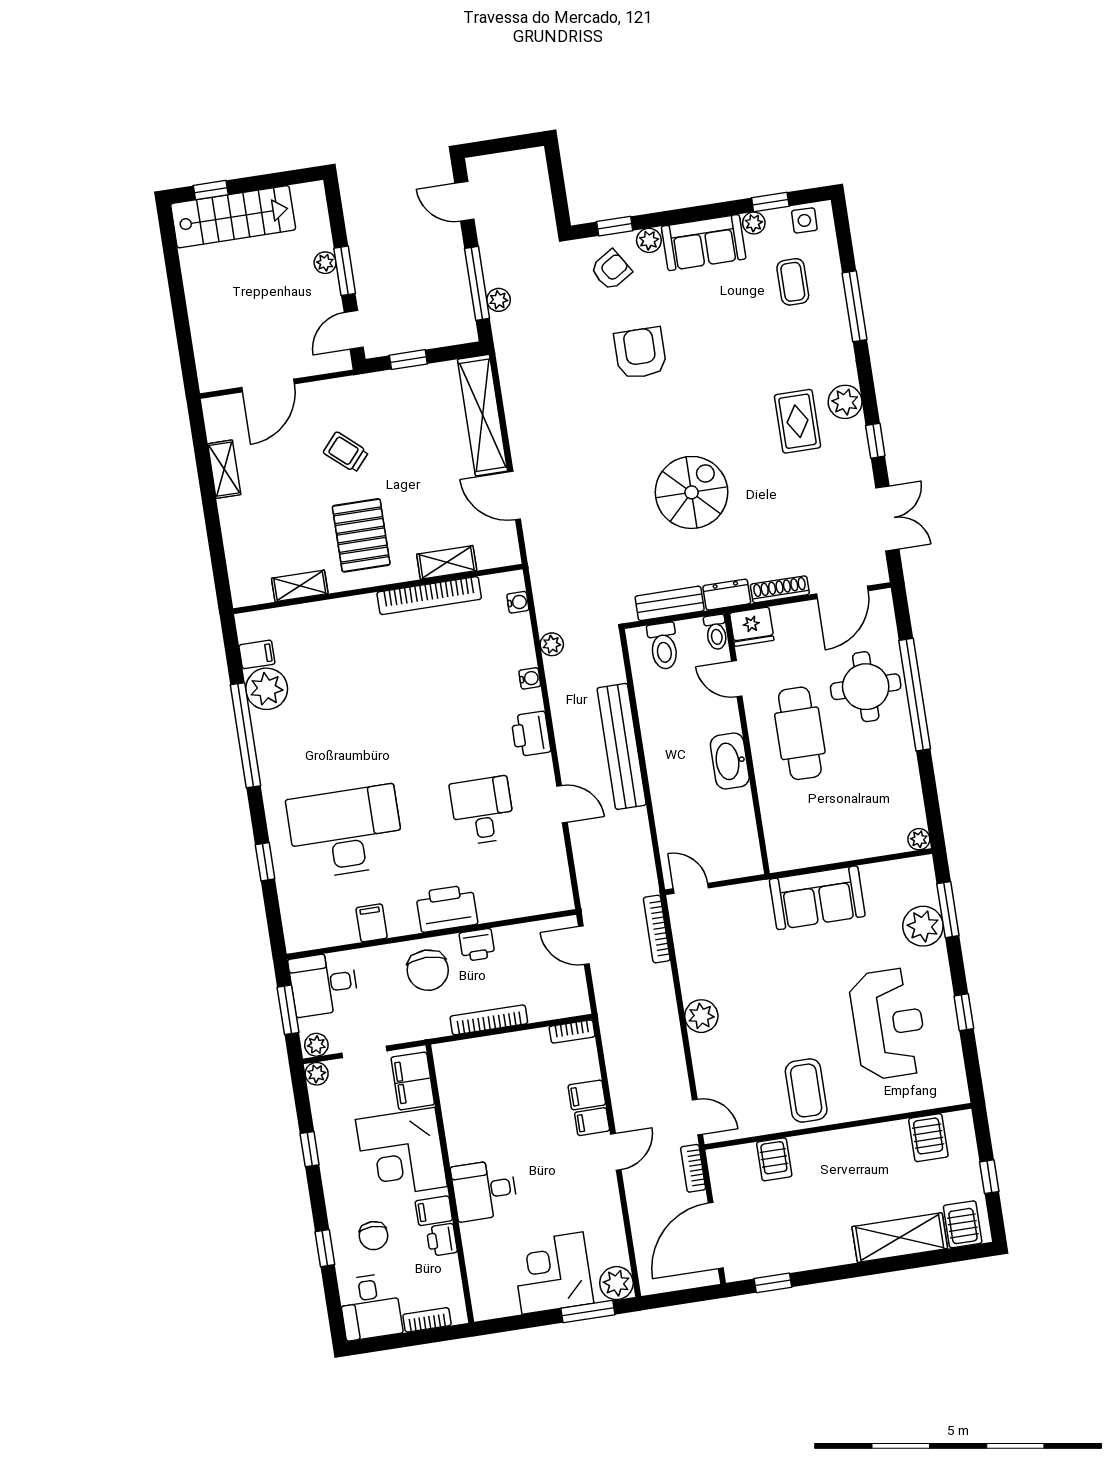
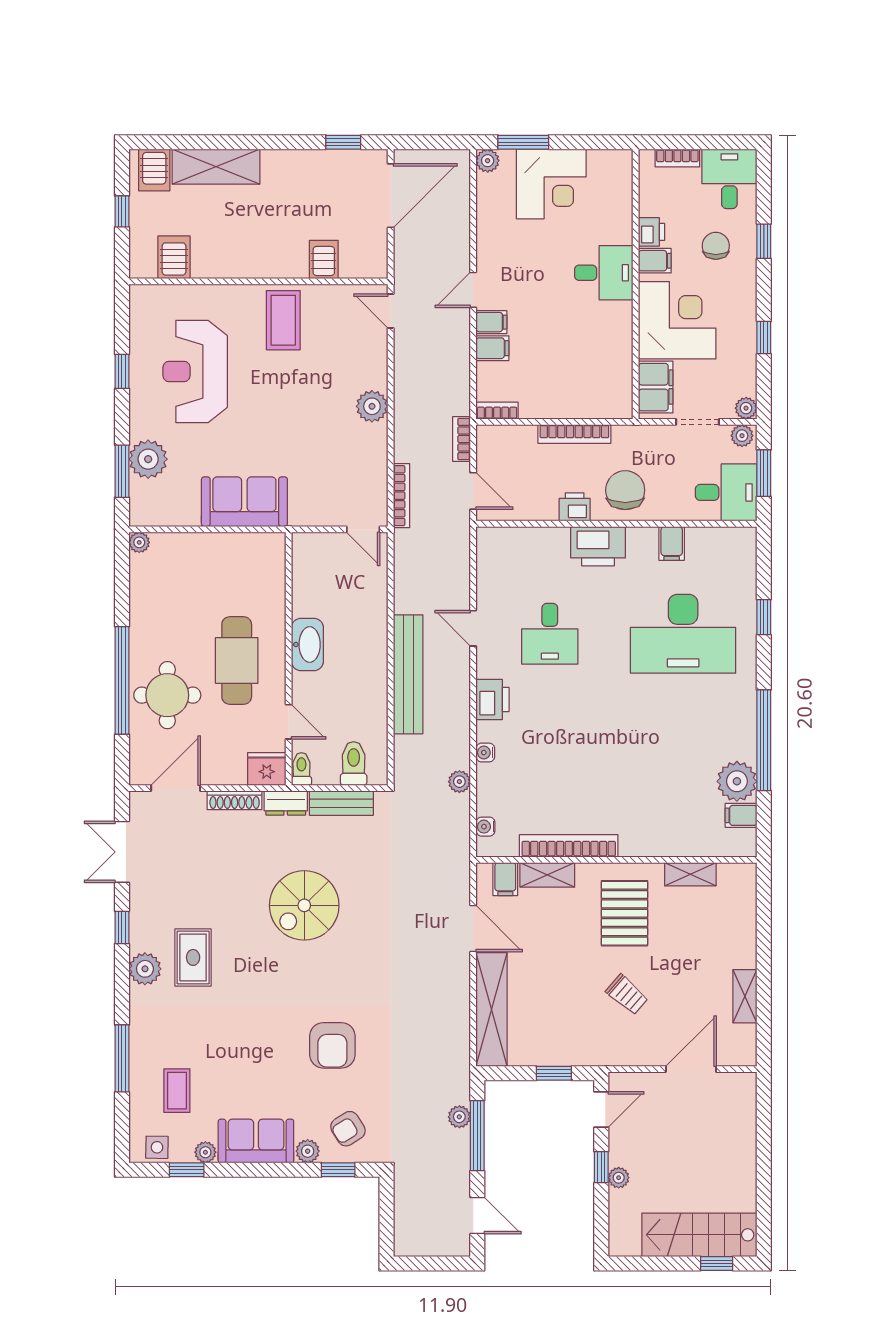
window: (345, 271) -> (601, 1167), width x0.67
filing cabinet: (489, 551) -> (505, 879), added
bookcase: (693, 1168) -> (462, 439), moved, turned 180
plant: (616, 1283) -> (488, 161), width x0.73, depth x0.73

